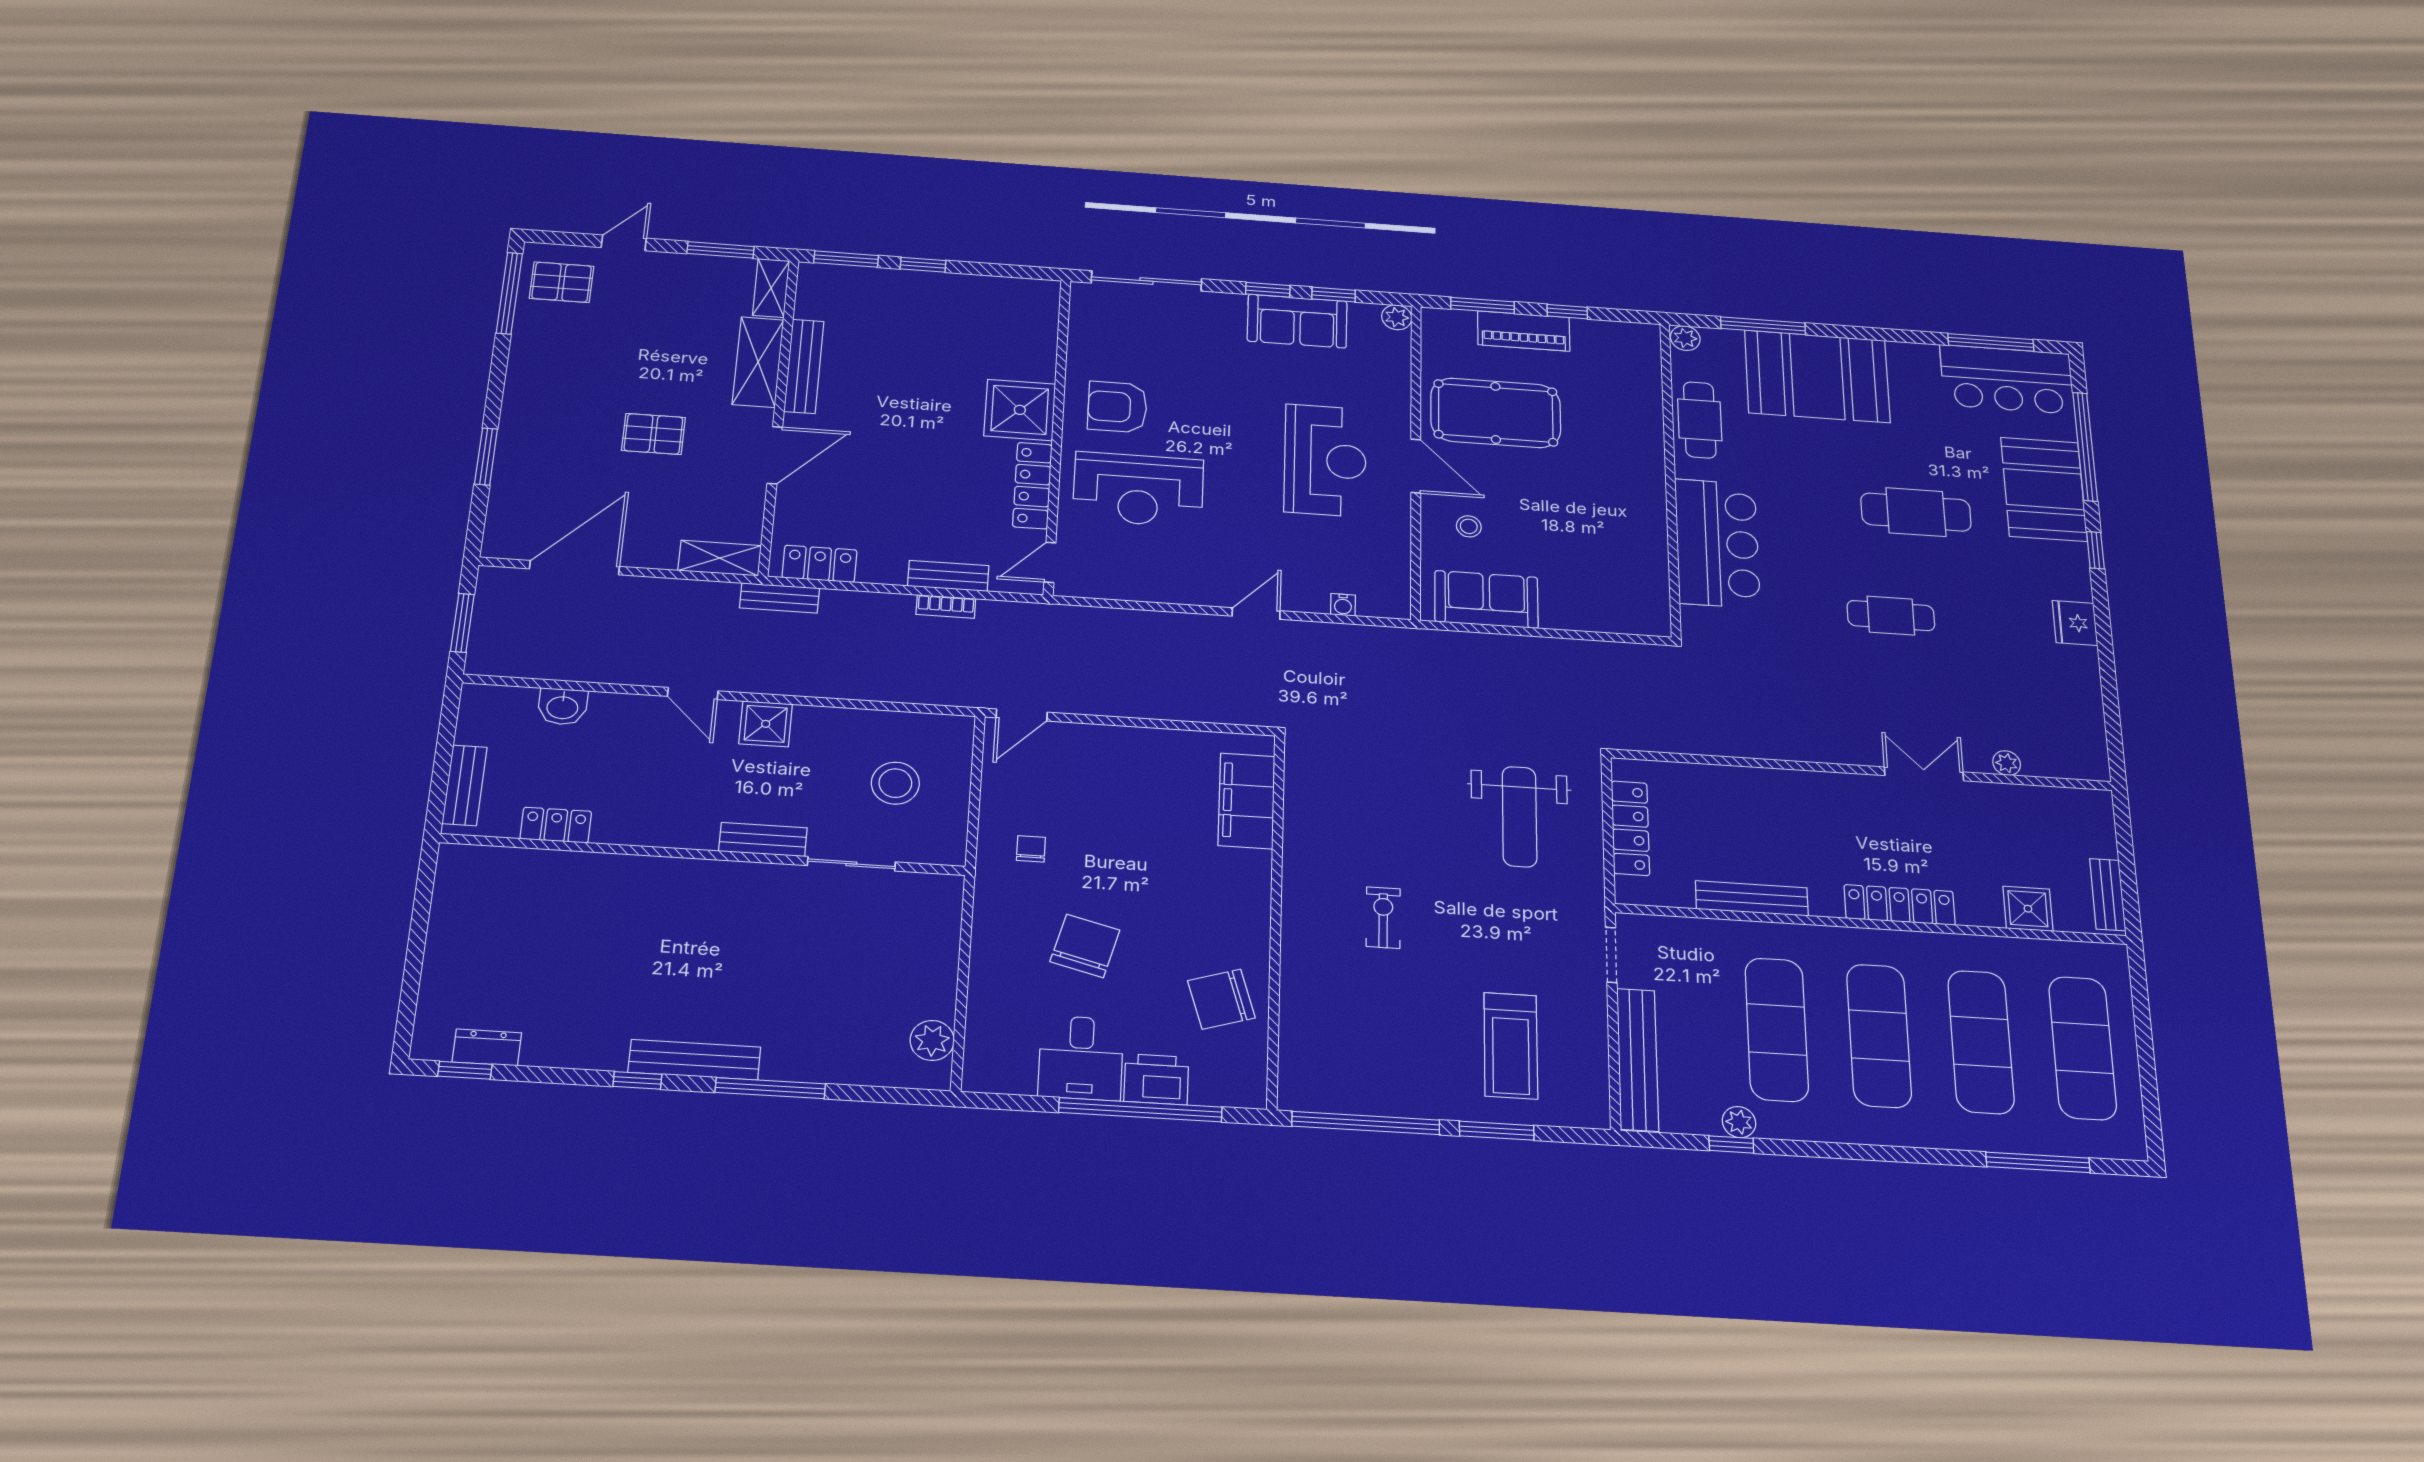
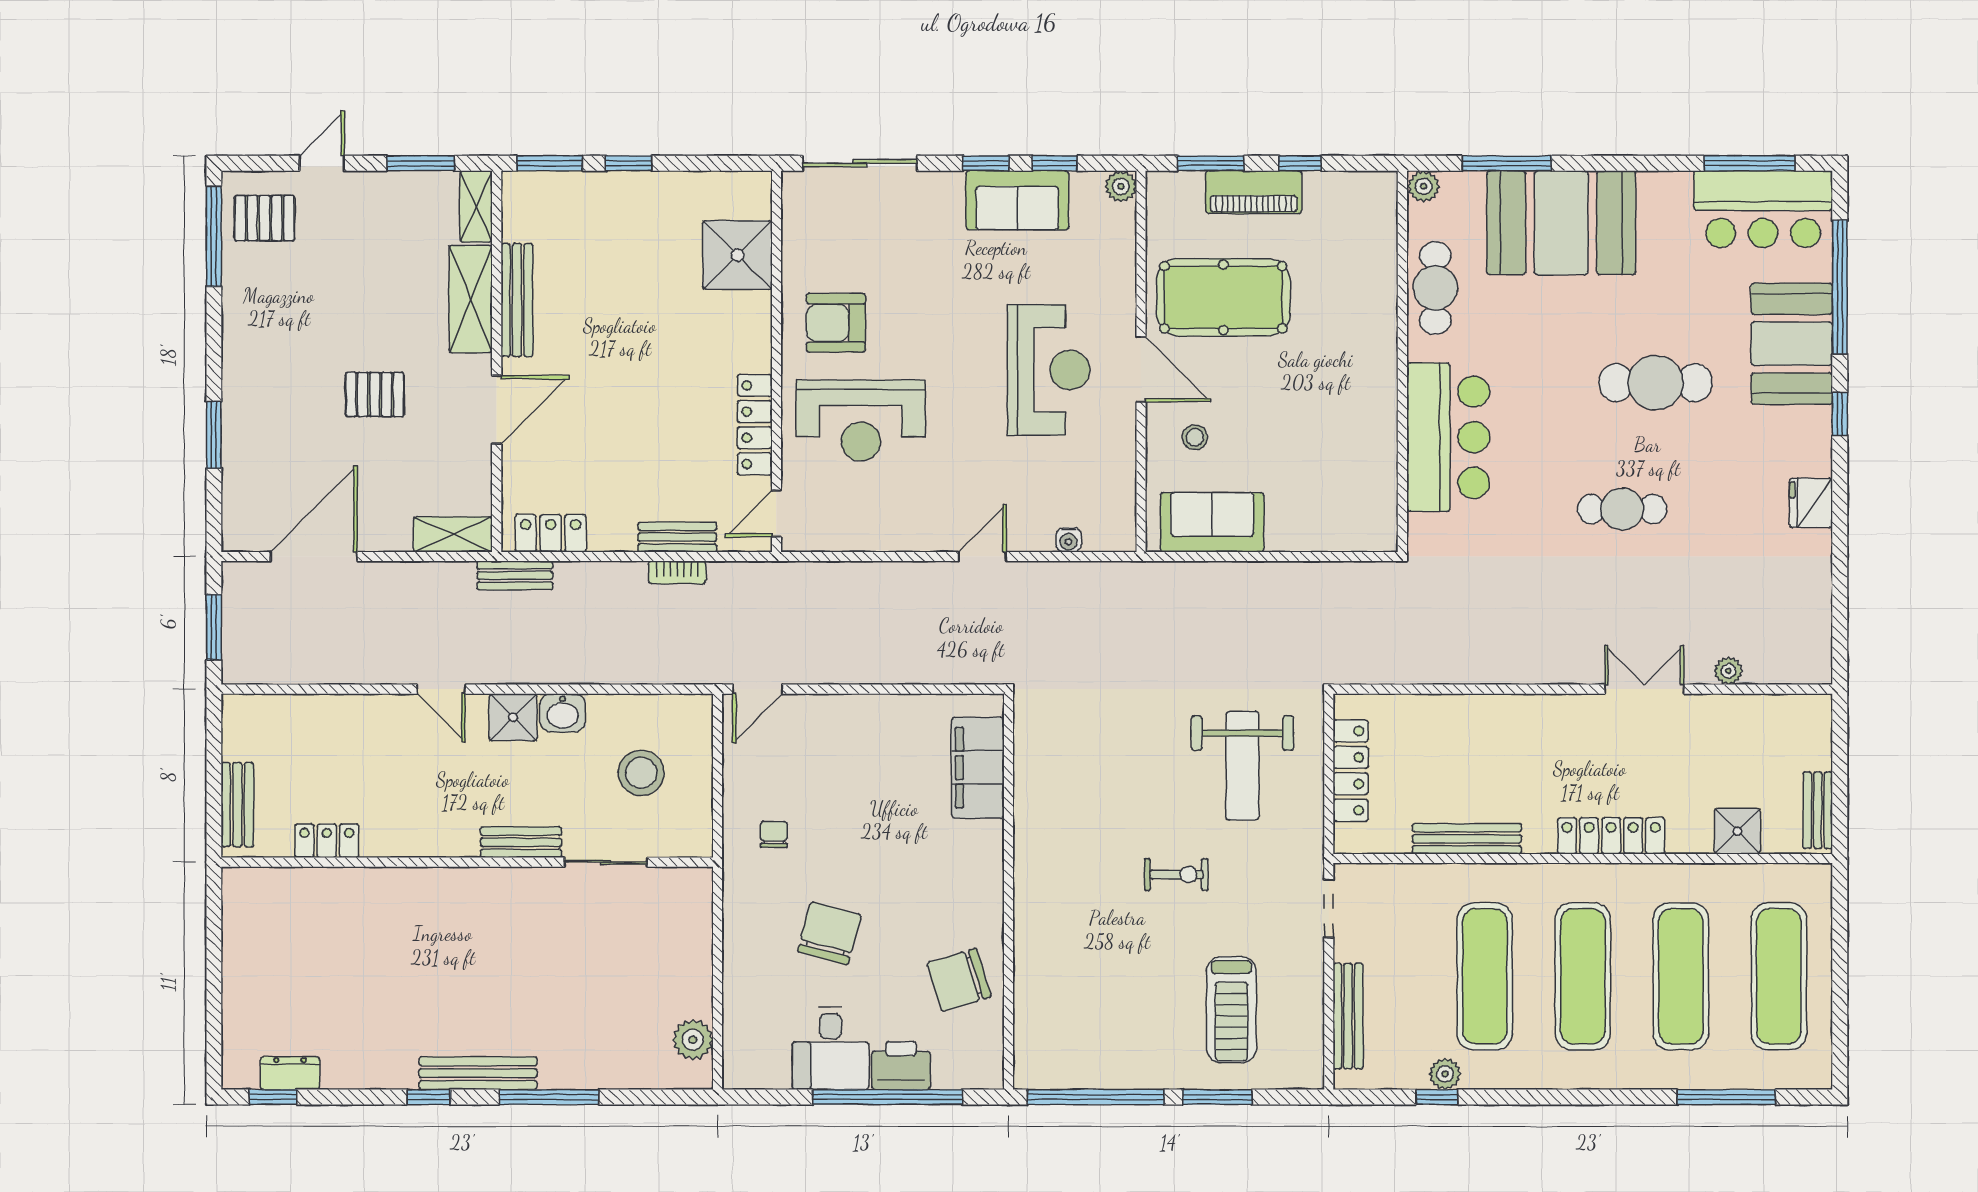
shower: (1020, 410) -> (737, 255), moved
washbasin: (562, 707) -> (563, 713), moved
exercise bike: (1383, 918) -> (1176, 875), moved, turned 90
bench: (1638, 1059) -> (1348, 1016), width x0.73, depth x0.82

